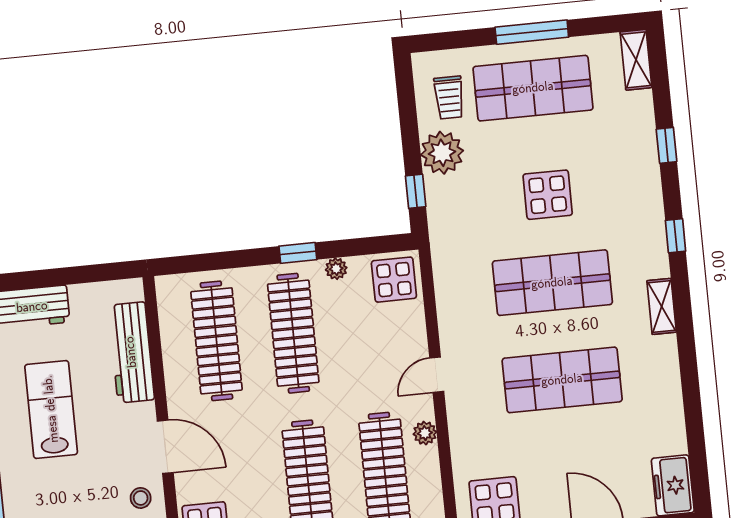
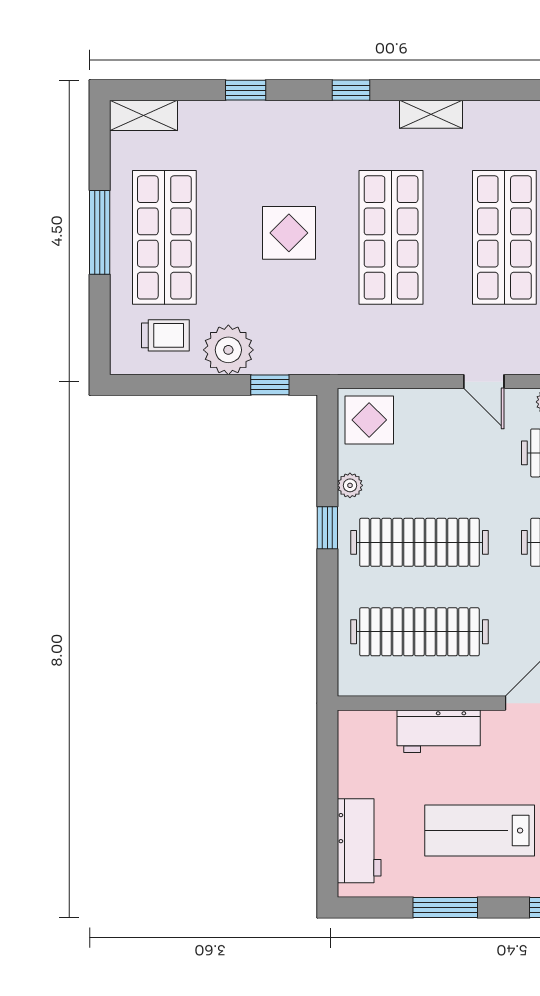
workbench: (131, 352) -> (439, 731), width x0.73

